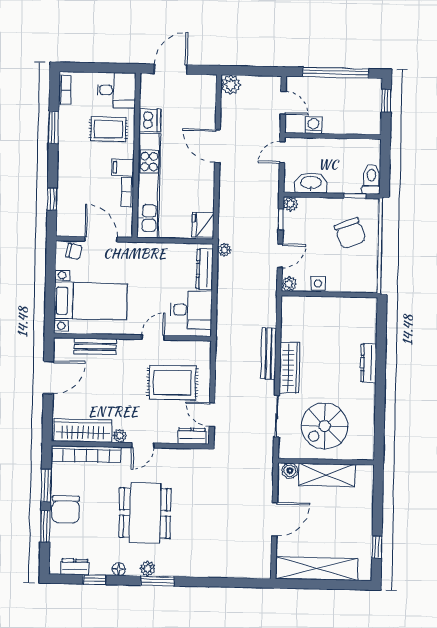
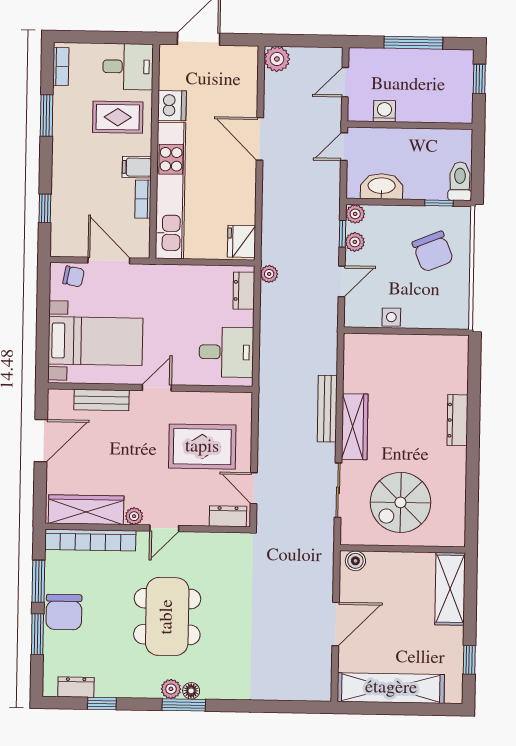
window: (336, 73) -> (413, 43), width x0.68
door: (283, 103) -> (345, 82), swing flipped
dresser: (205, 269) -> (244, 291), width x0.70
plant: (289, 284) -> (355, 242), moved
door: (153, 337) -> (157, 388), moved
shelving: (327, 475) -> (450, 589), moved, turned 90
floor lamp: (119, 569) -> (191, 691), moved

